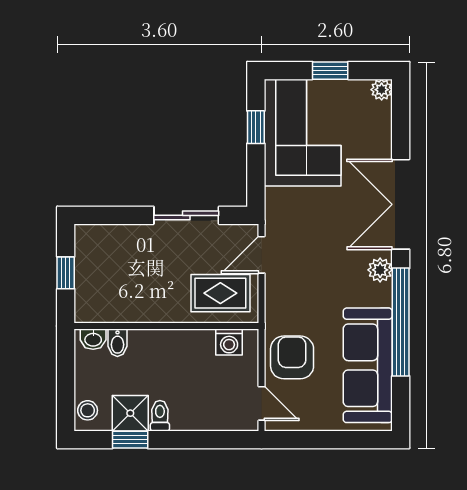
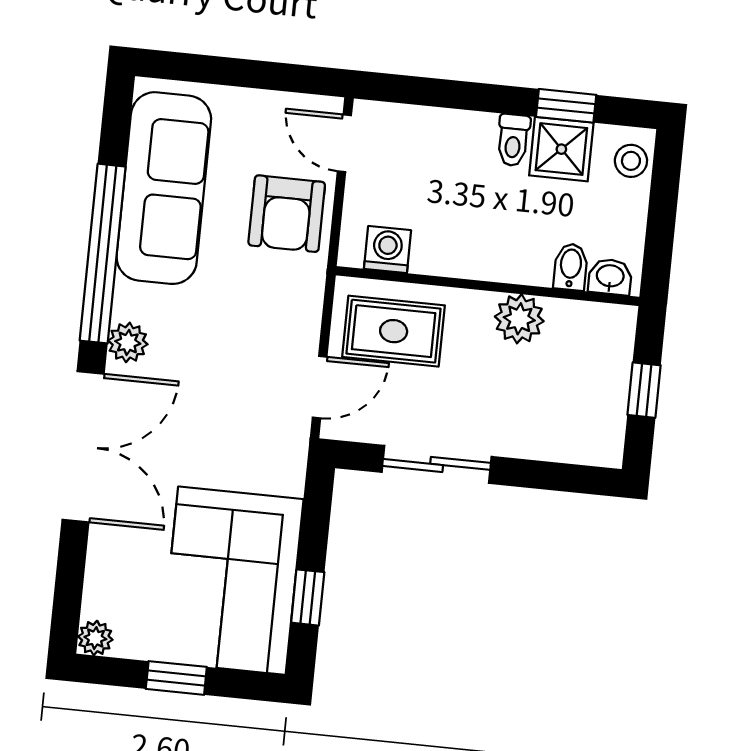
plant: (145, 308) -> (519, 319), added

